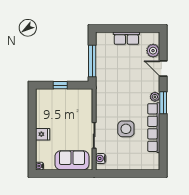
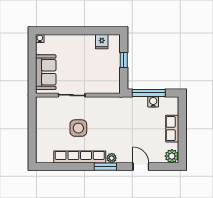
plant: (153, 51) -> (172, 156), moved
door: (163, 68) -> (141, 167), hinge flipped
fridge: (43, 134) -> (102, 42), moved
water cooler: (101, 159) -> (153, 102), moved

